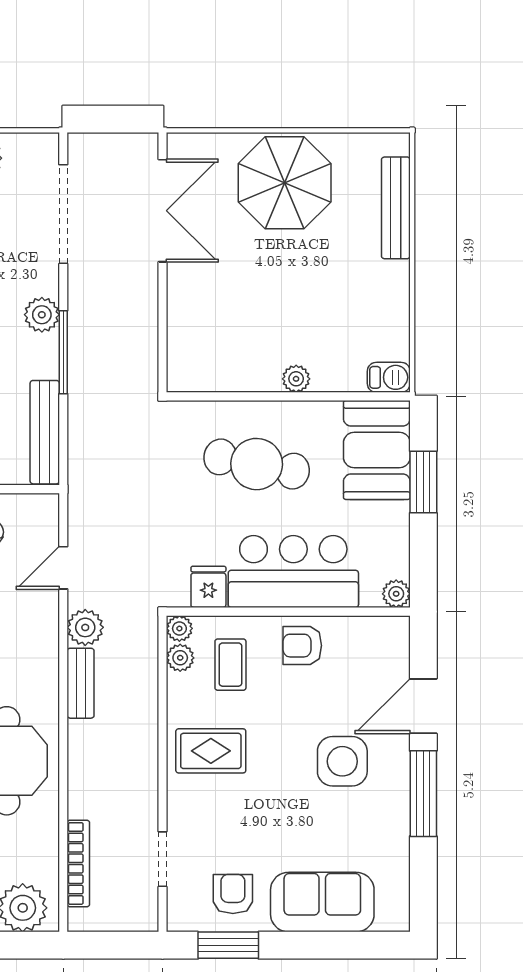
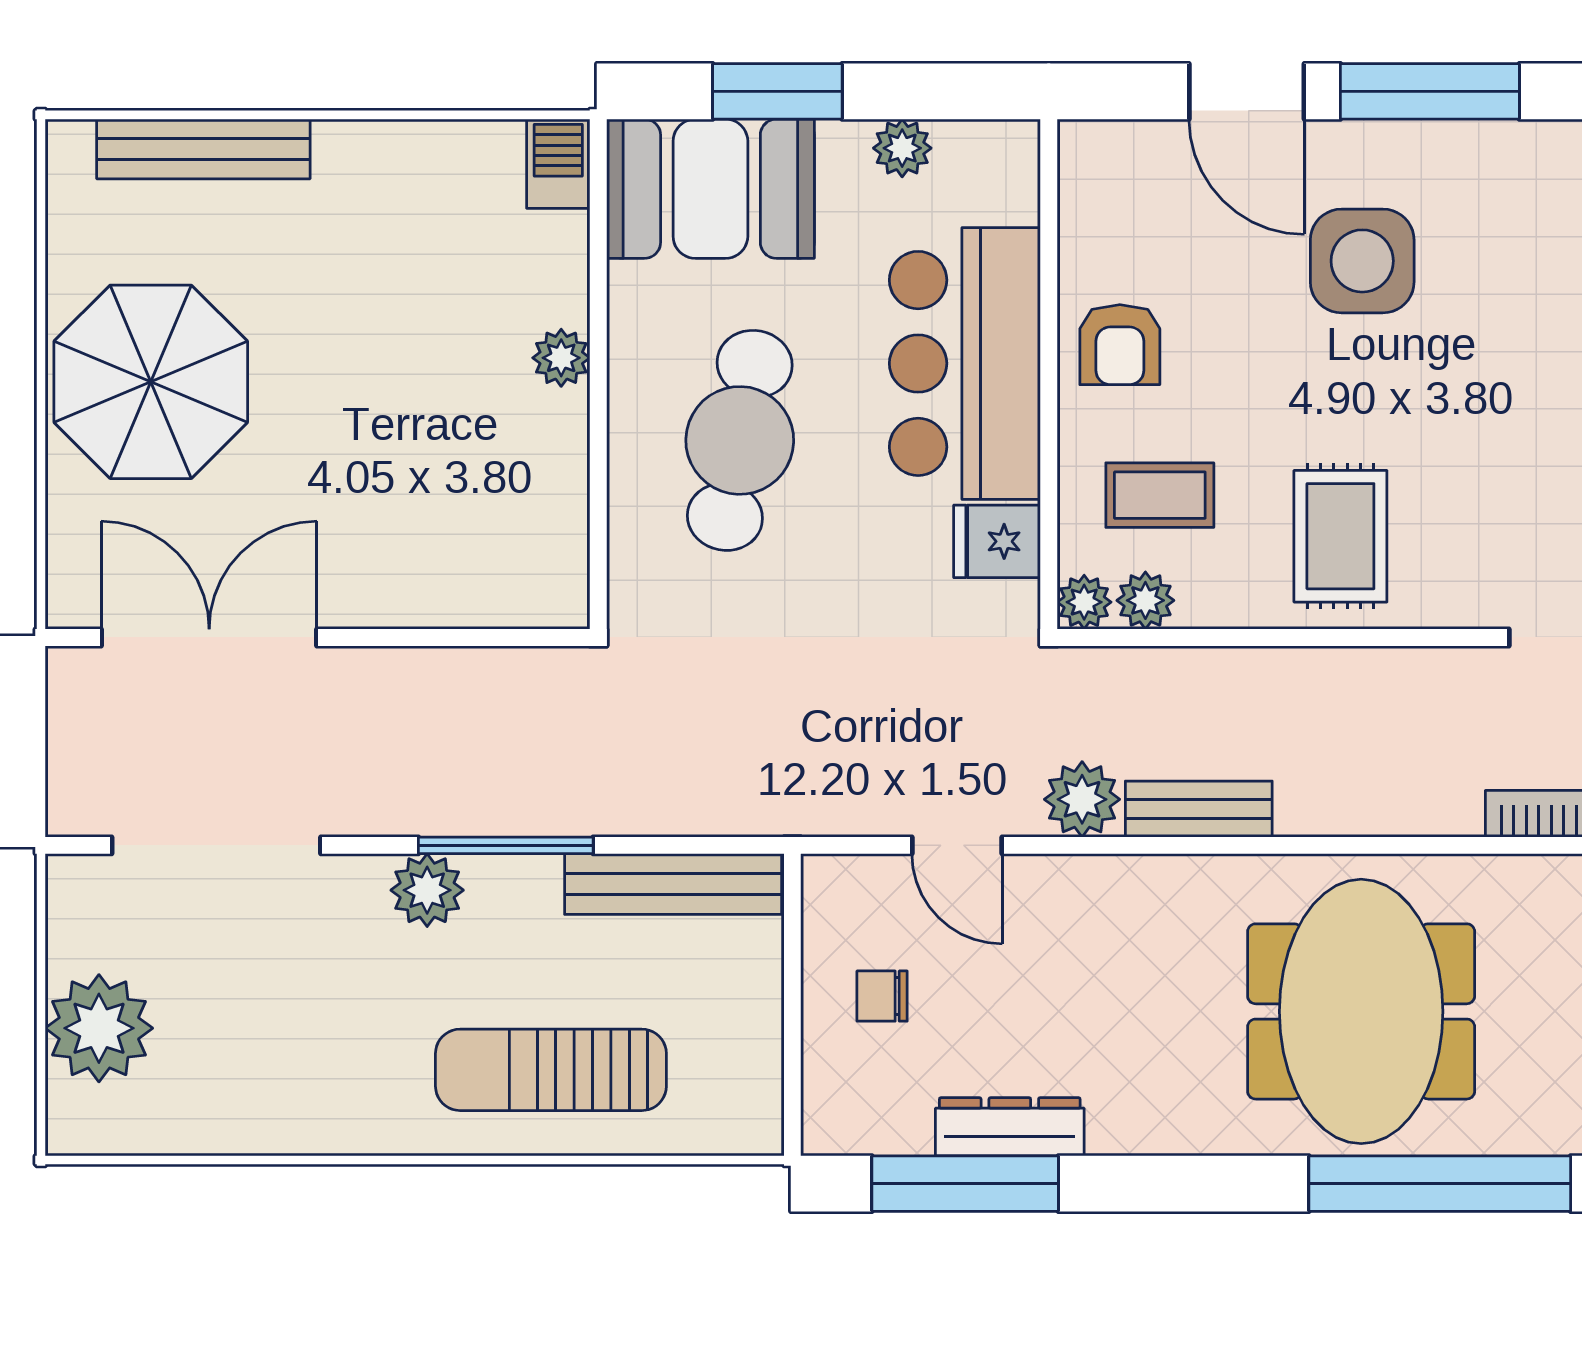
plant: (396, 594) -> (902, 148), moved

